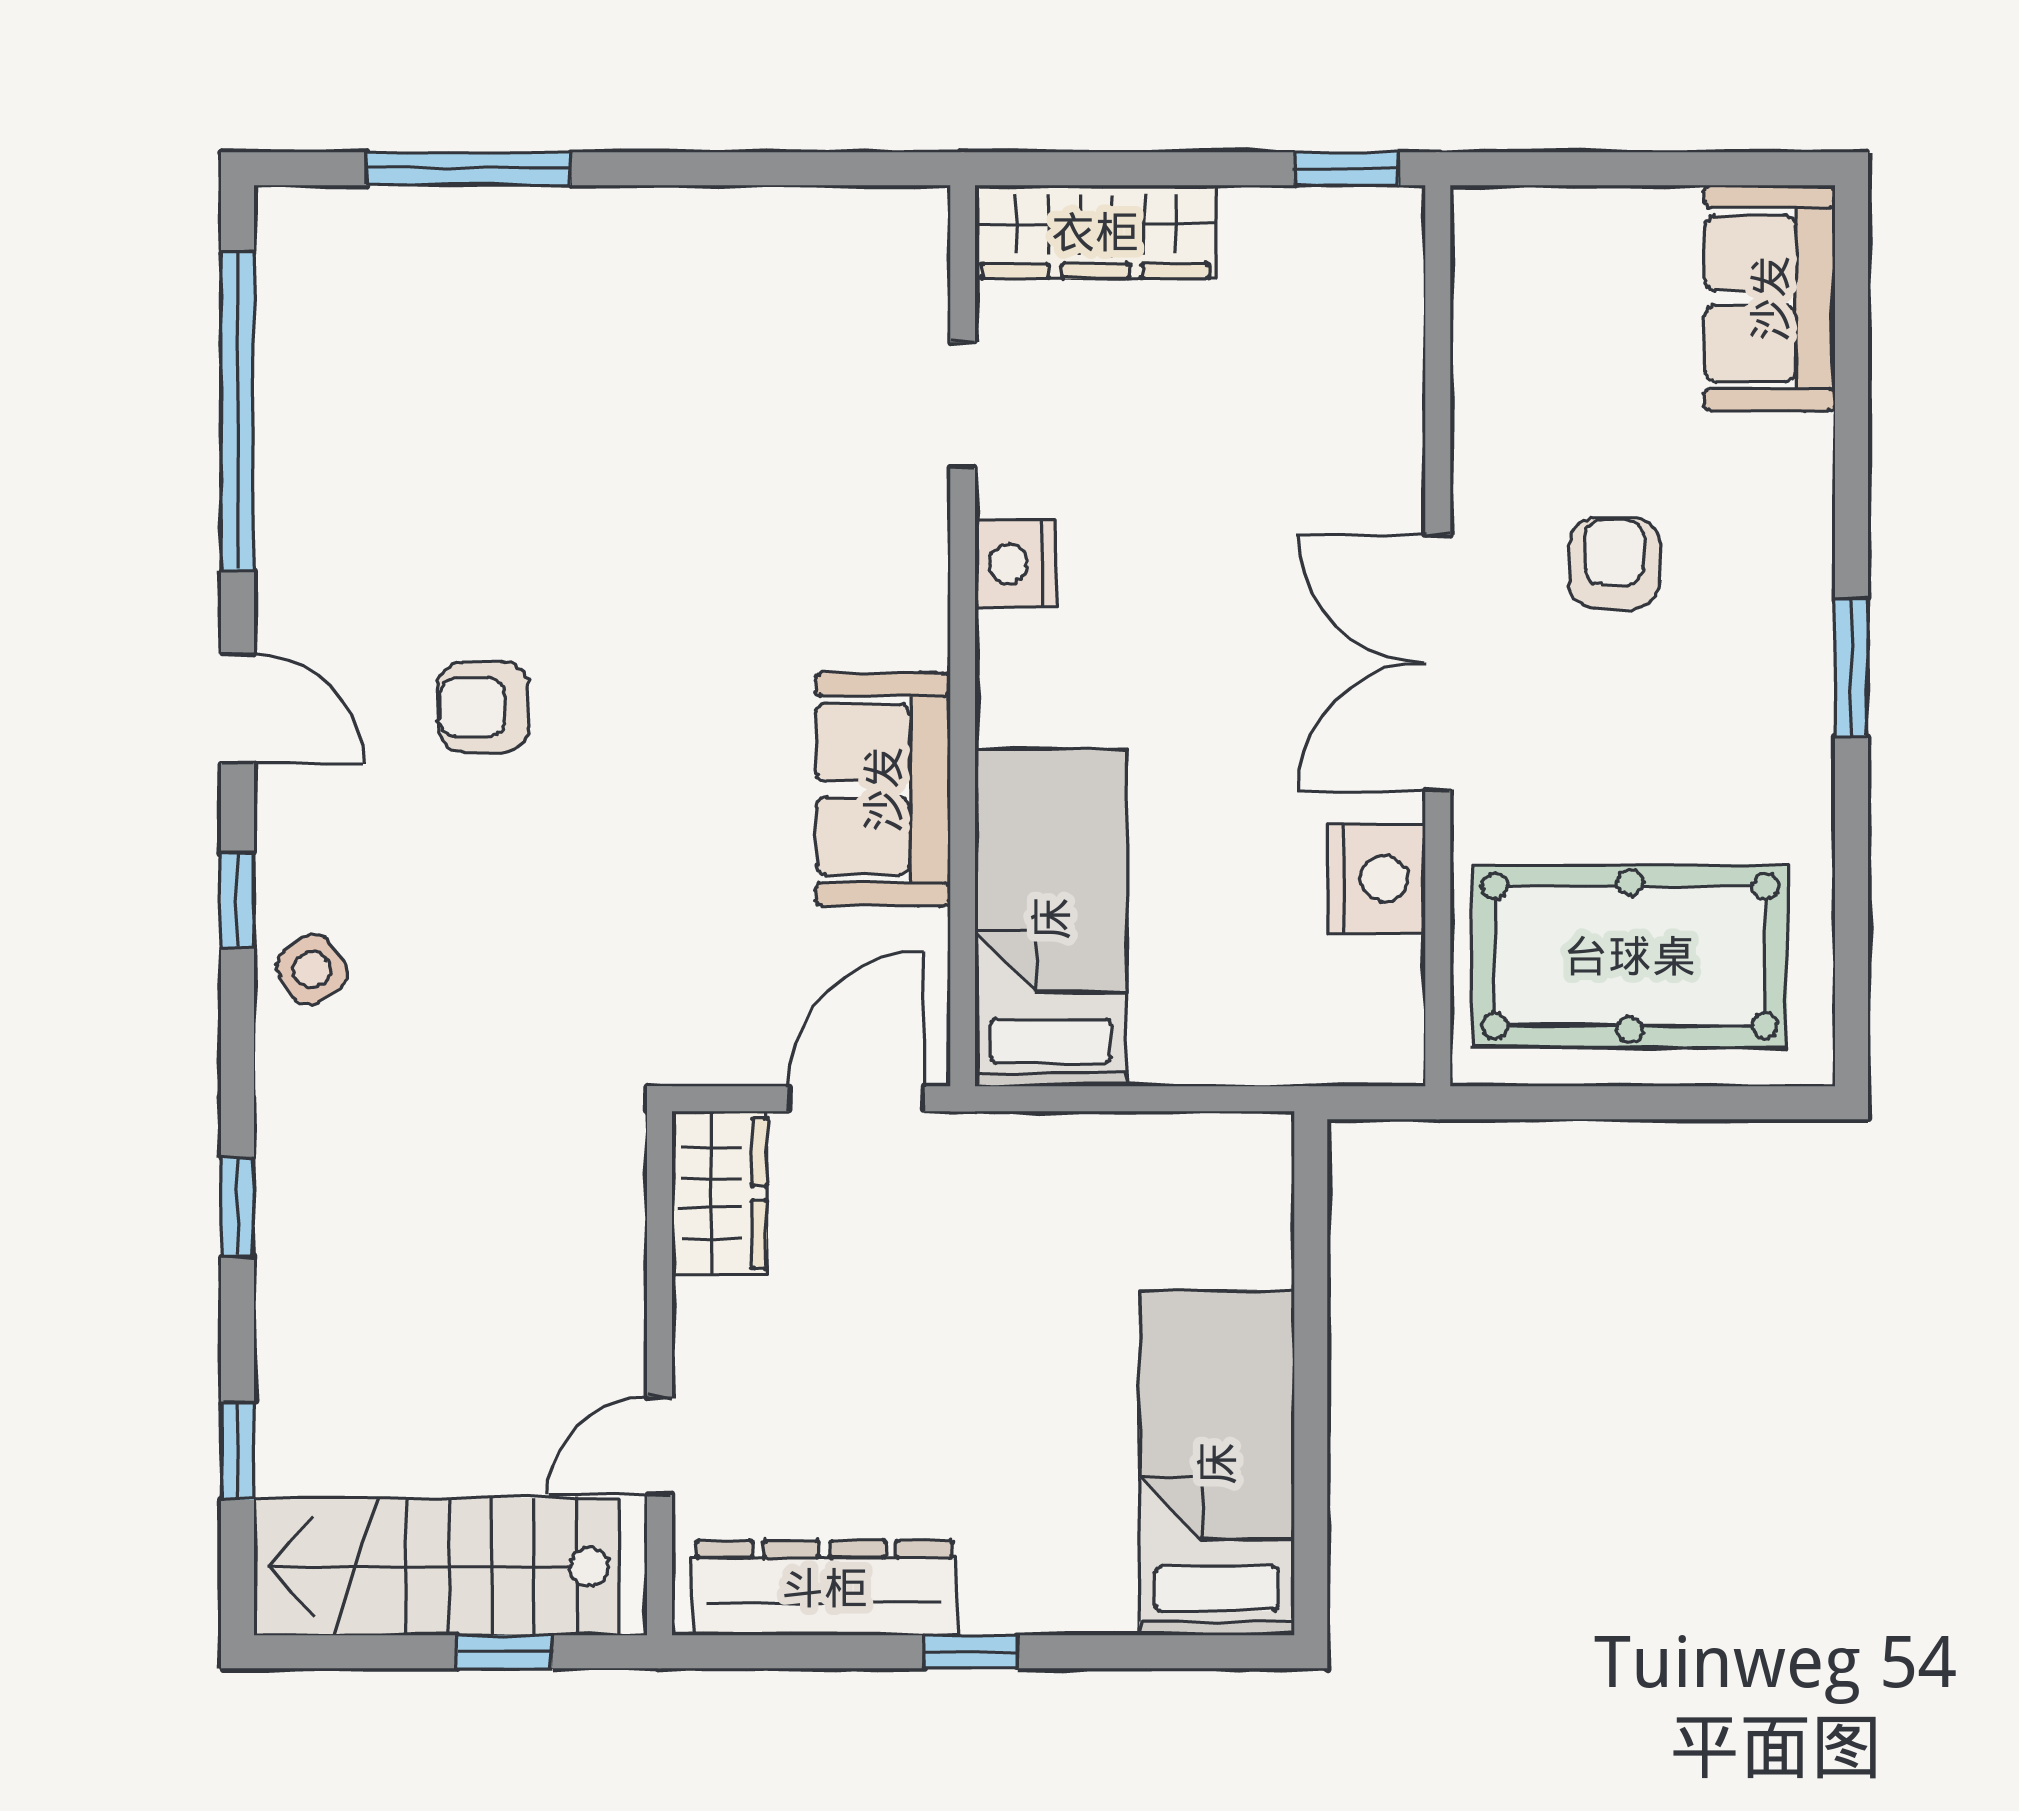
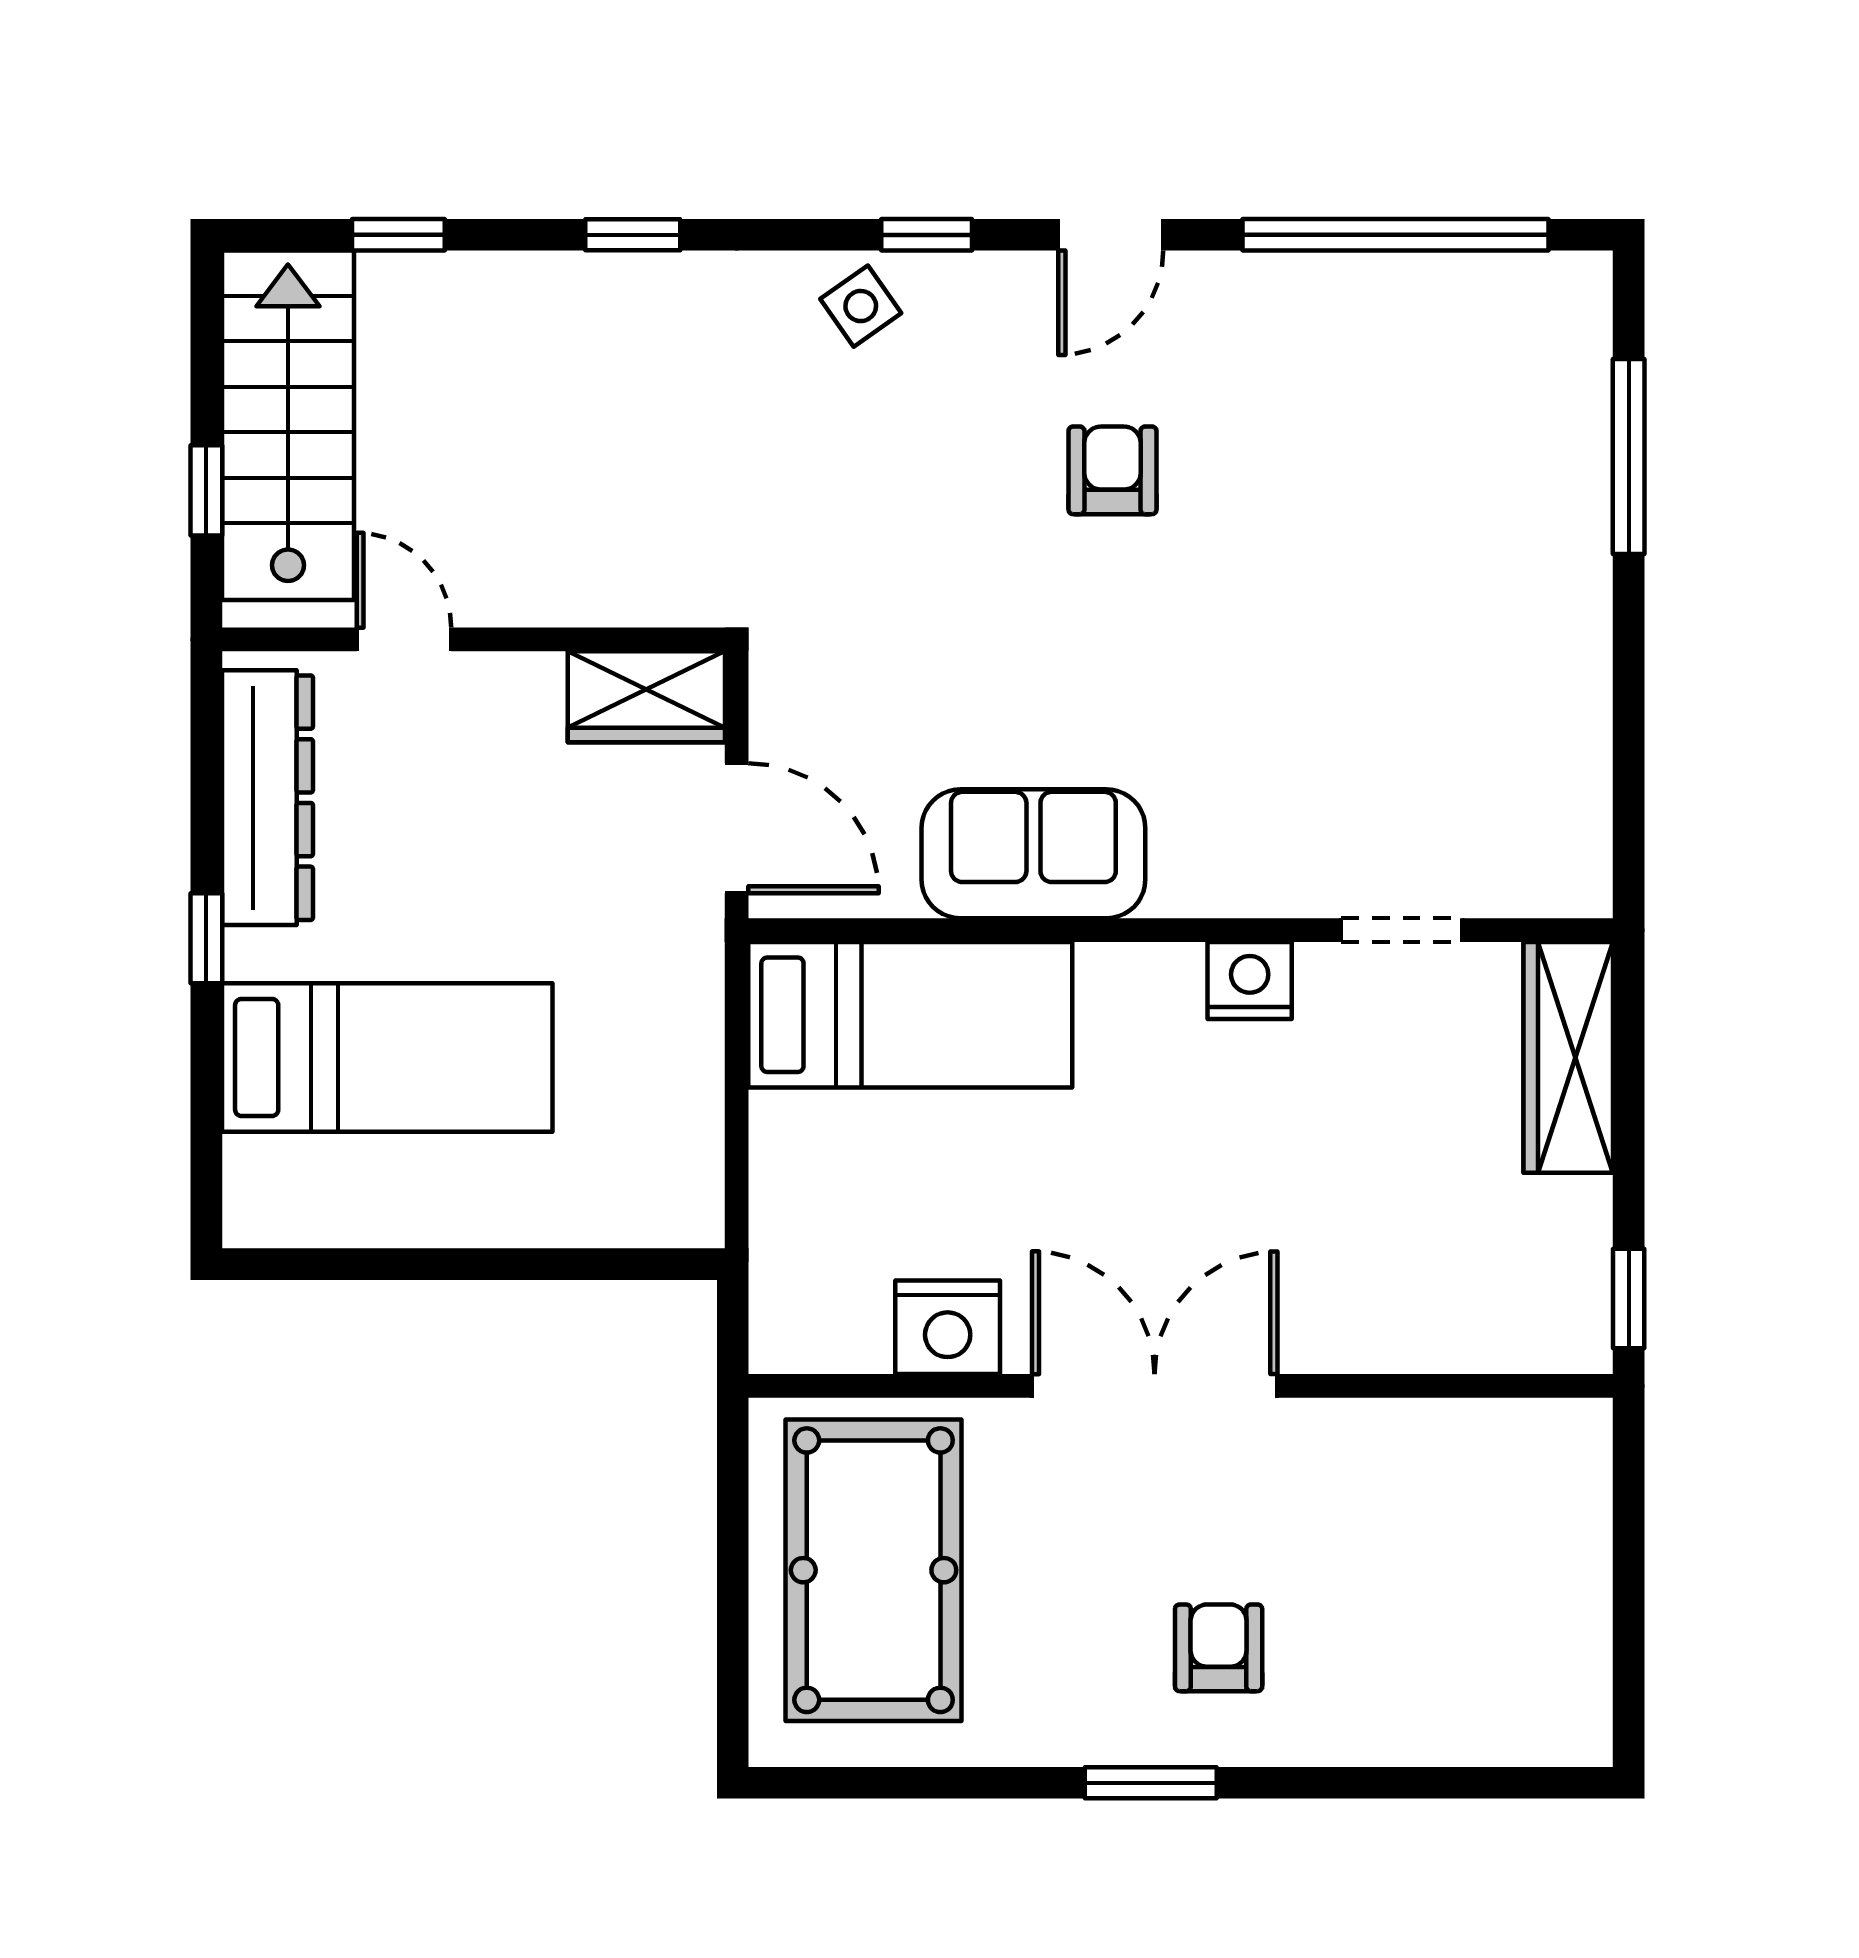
sofa: (1770, 298) -> (1504, 1704), removed
armchair: (1614, 563) -> (1219, 1648), moved, turned -90
bed: (1217, 1463) -> (387, 1057), moved

